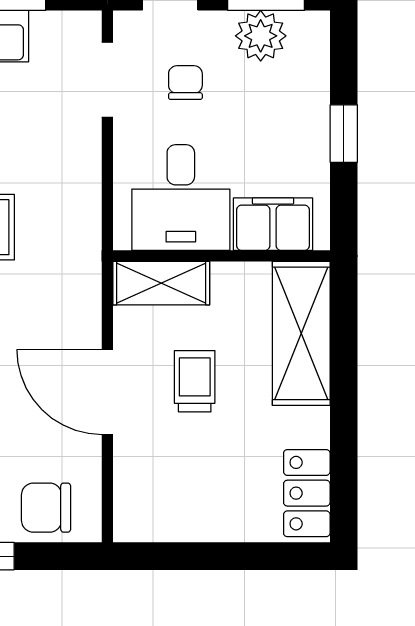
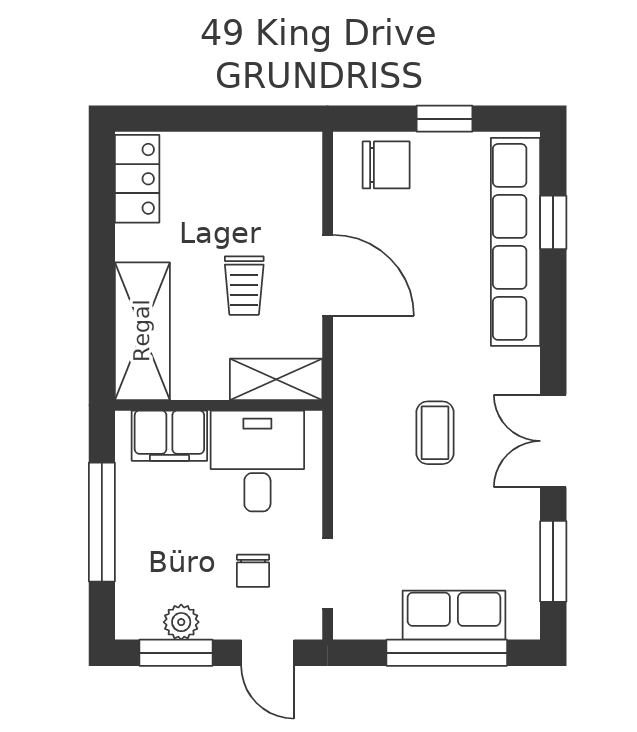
plant: (261, 36) -> (181, 622), width x0.73, depth x0.73
window: (344, 134) -> (102, 522), width x2.17

